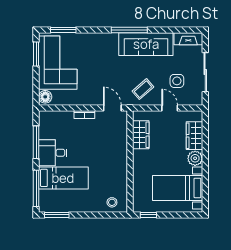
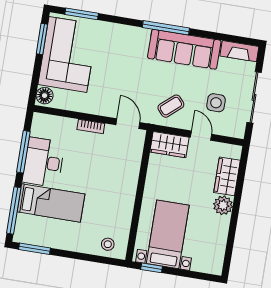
wardrobe: (141, 135) -> (169, 145), moved, turned 90
desk: (53, 153) -> (44, 162), width x1.37
bed with nightstands: (178, 188) -> (168, 234), moved, turned 90

